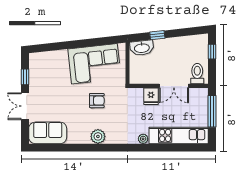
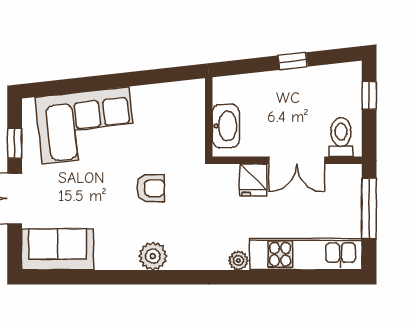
window: (157, 35) -> (293, 61), moved
washbasin: (142, 48) -> (226, 126), moved, turned -84
corner sofa: (94, 64) -> (85, 125), moved

